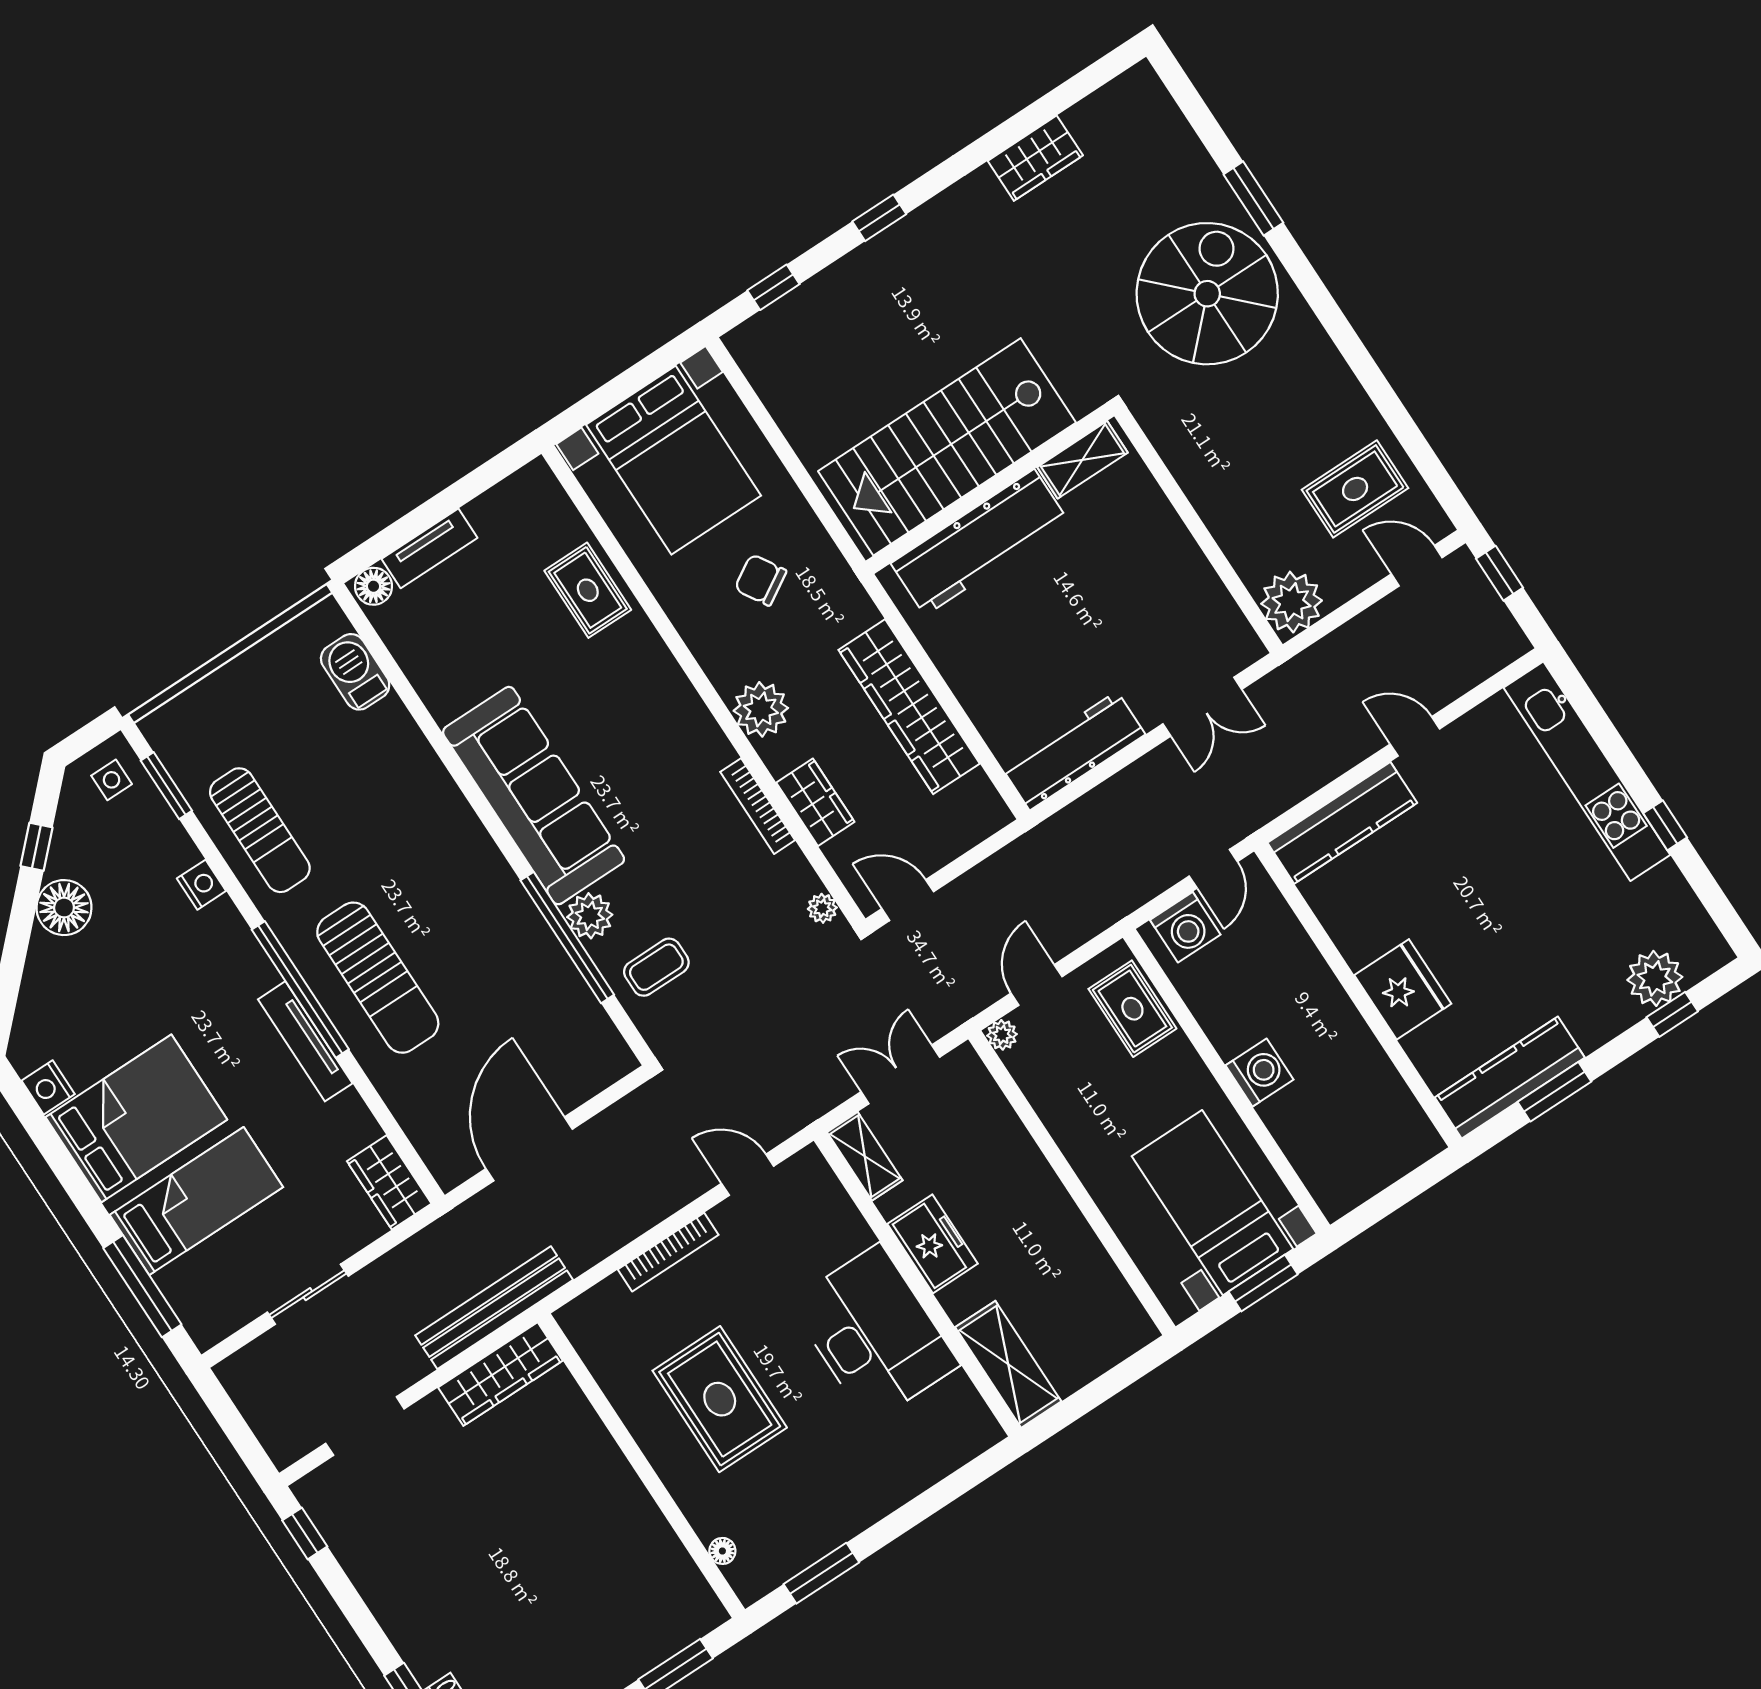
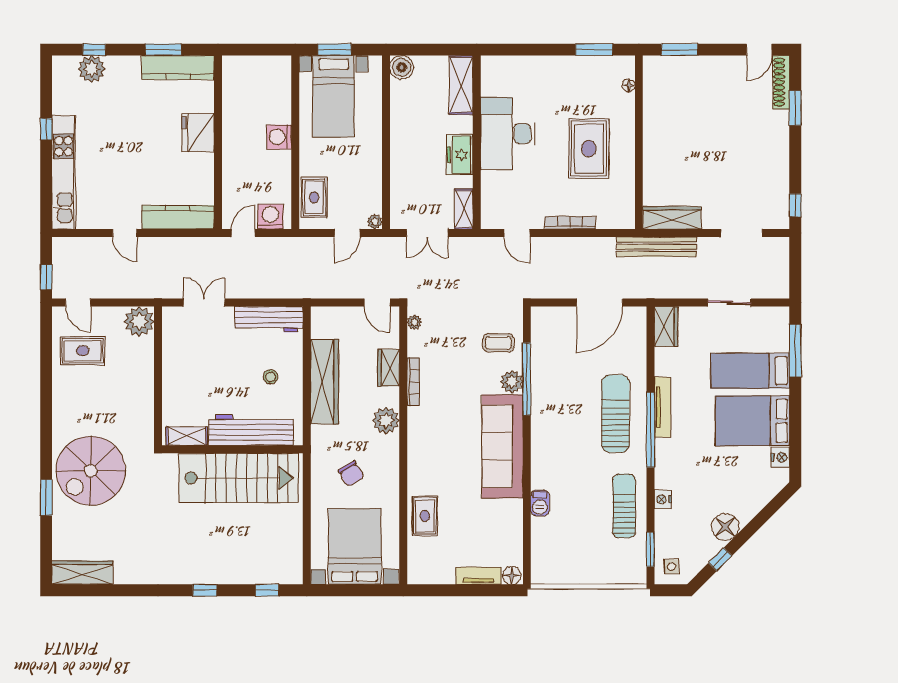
wardrobe: (1035, 158) -> (82, 573), moved, width x1.50
stool: (1006, 655) -> (271, 377), added
barbecue: (355, 672) -> (540, 503), moved, width x0.73, depth x0.79
boiler: (1129, 1328) -> (402, 67), added

